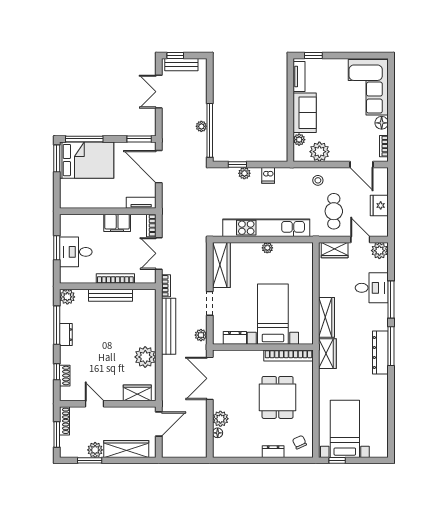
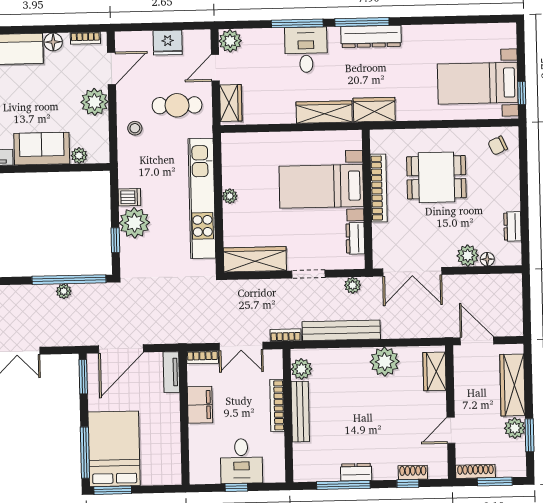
plant: (319, 152) -> (95, 102), moved
plant: (244, 173) -> (134, 223), width x1.88, depth x1.88
window: (57, 248) -> (236, 487), width x0.67
desk: (372, 288) -> (306, 50), moved
plant: (67, 297) -> (301, 369), moved
bookcase: (289, 356) -> (379, 188), moved
dresser: (273, 452) -> (512, 226), moved

